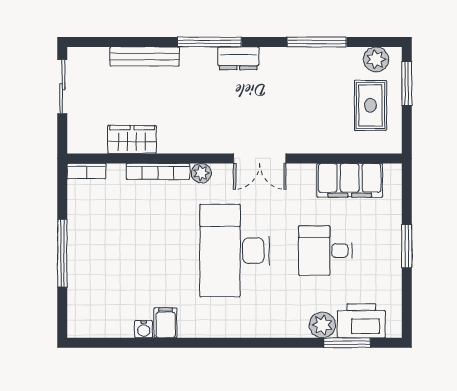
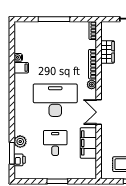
filing cabinet: (350, 180) -> (88, 143), moved
printer: (361, 321) -> (20, 160), width x0.53, depth x0.68

